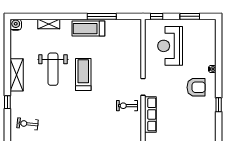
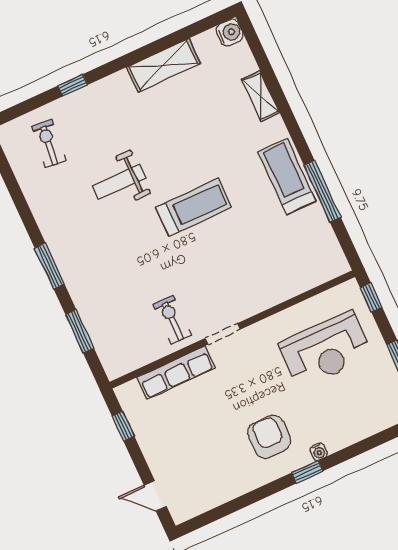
reception desk: (170, 46) -> (326, 350), turned 180
weight bench: (53, 69) -> (119, 182), moved, width x0.73, depth x0.75
shelving: (17, 75) -> (163, 65), moved
armchair: (196, 87) -> (269, 437), turned 180
window: (219, 105) -> (307, 472), moved

